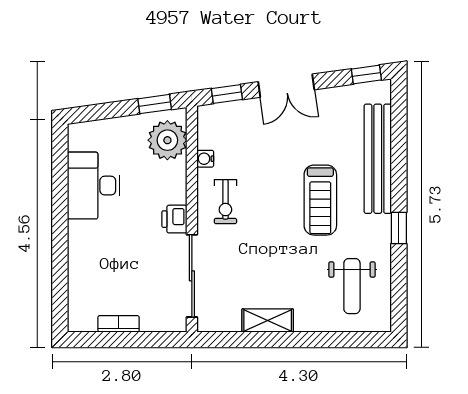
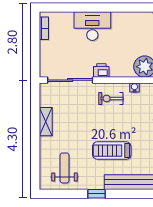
desk: (94, 186) -> (92, 26), moved
weight bench: (352, 286) -> (65, 168), turned 90
bookcase: (119, 324) -> (44, 28), moved

